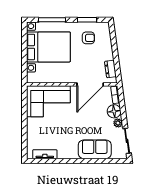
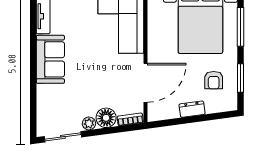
dresser: (110, 69) -> (192, 109), moved
door: (90, 84) -> (146, 83), swing flipped
sofa: (95, 149) -> (50, 59), moved

